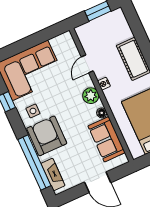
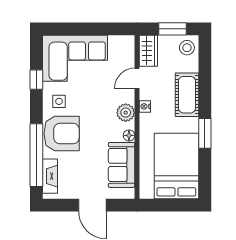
stool: (116, 21) -> (187, 48), added
wardrobe: (86, 38) -> (148, 51), added
armchair: (47, 136) -> (62, 133), turned 90

